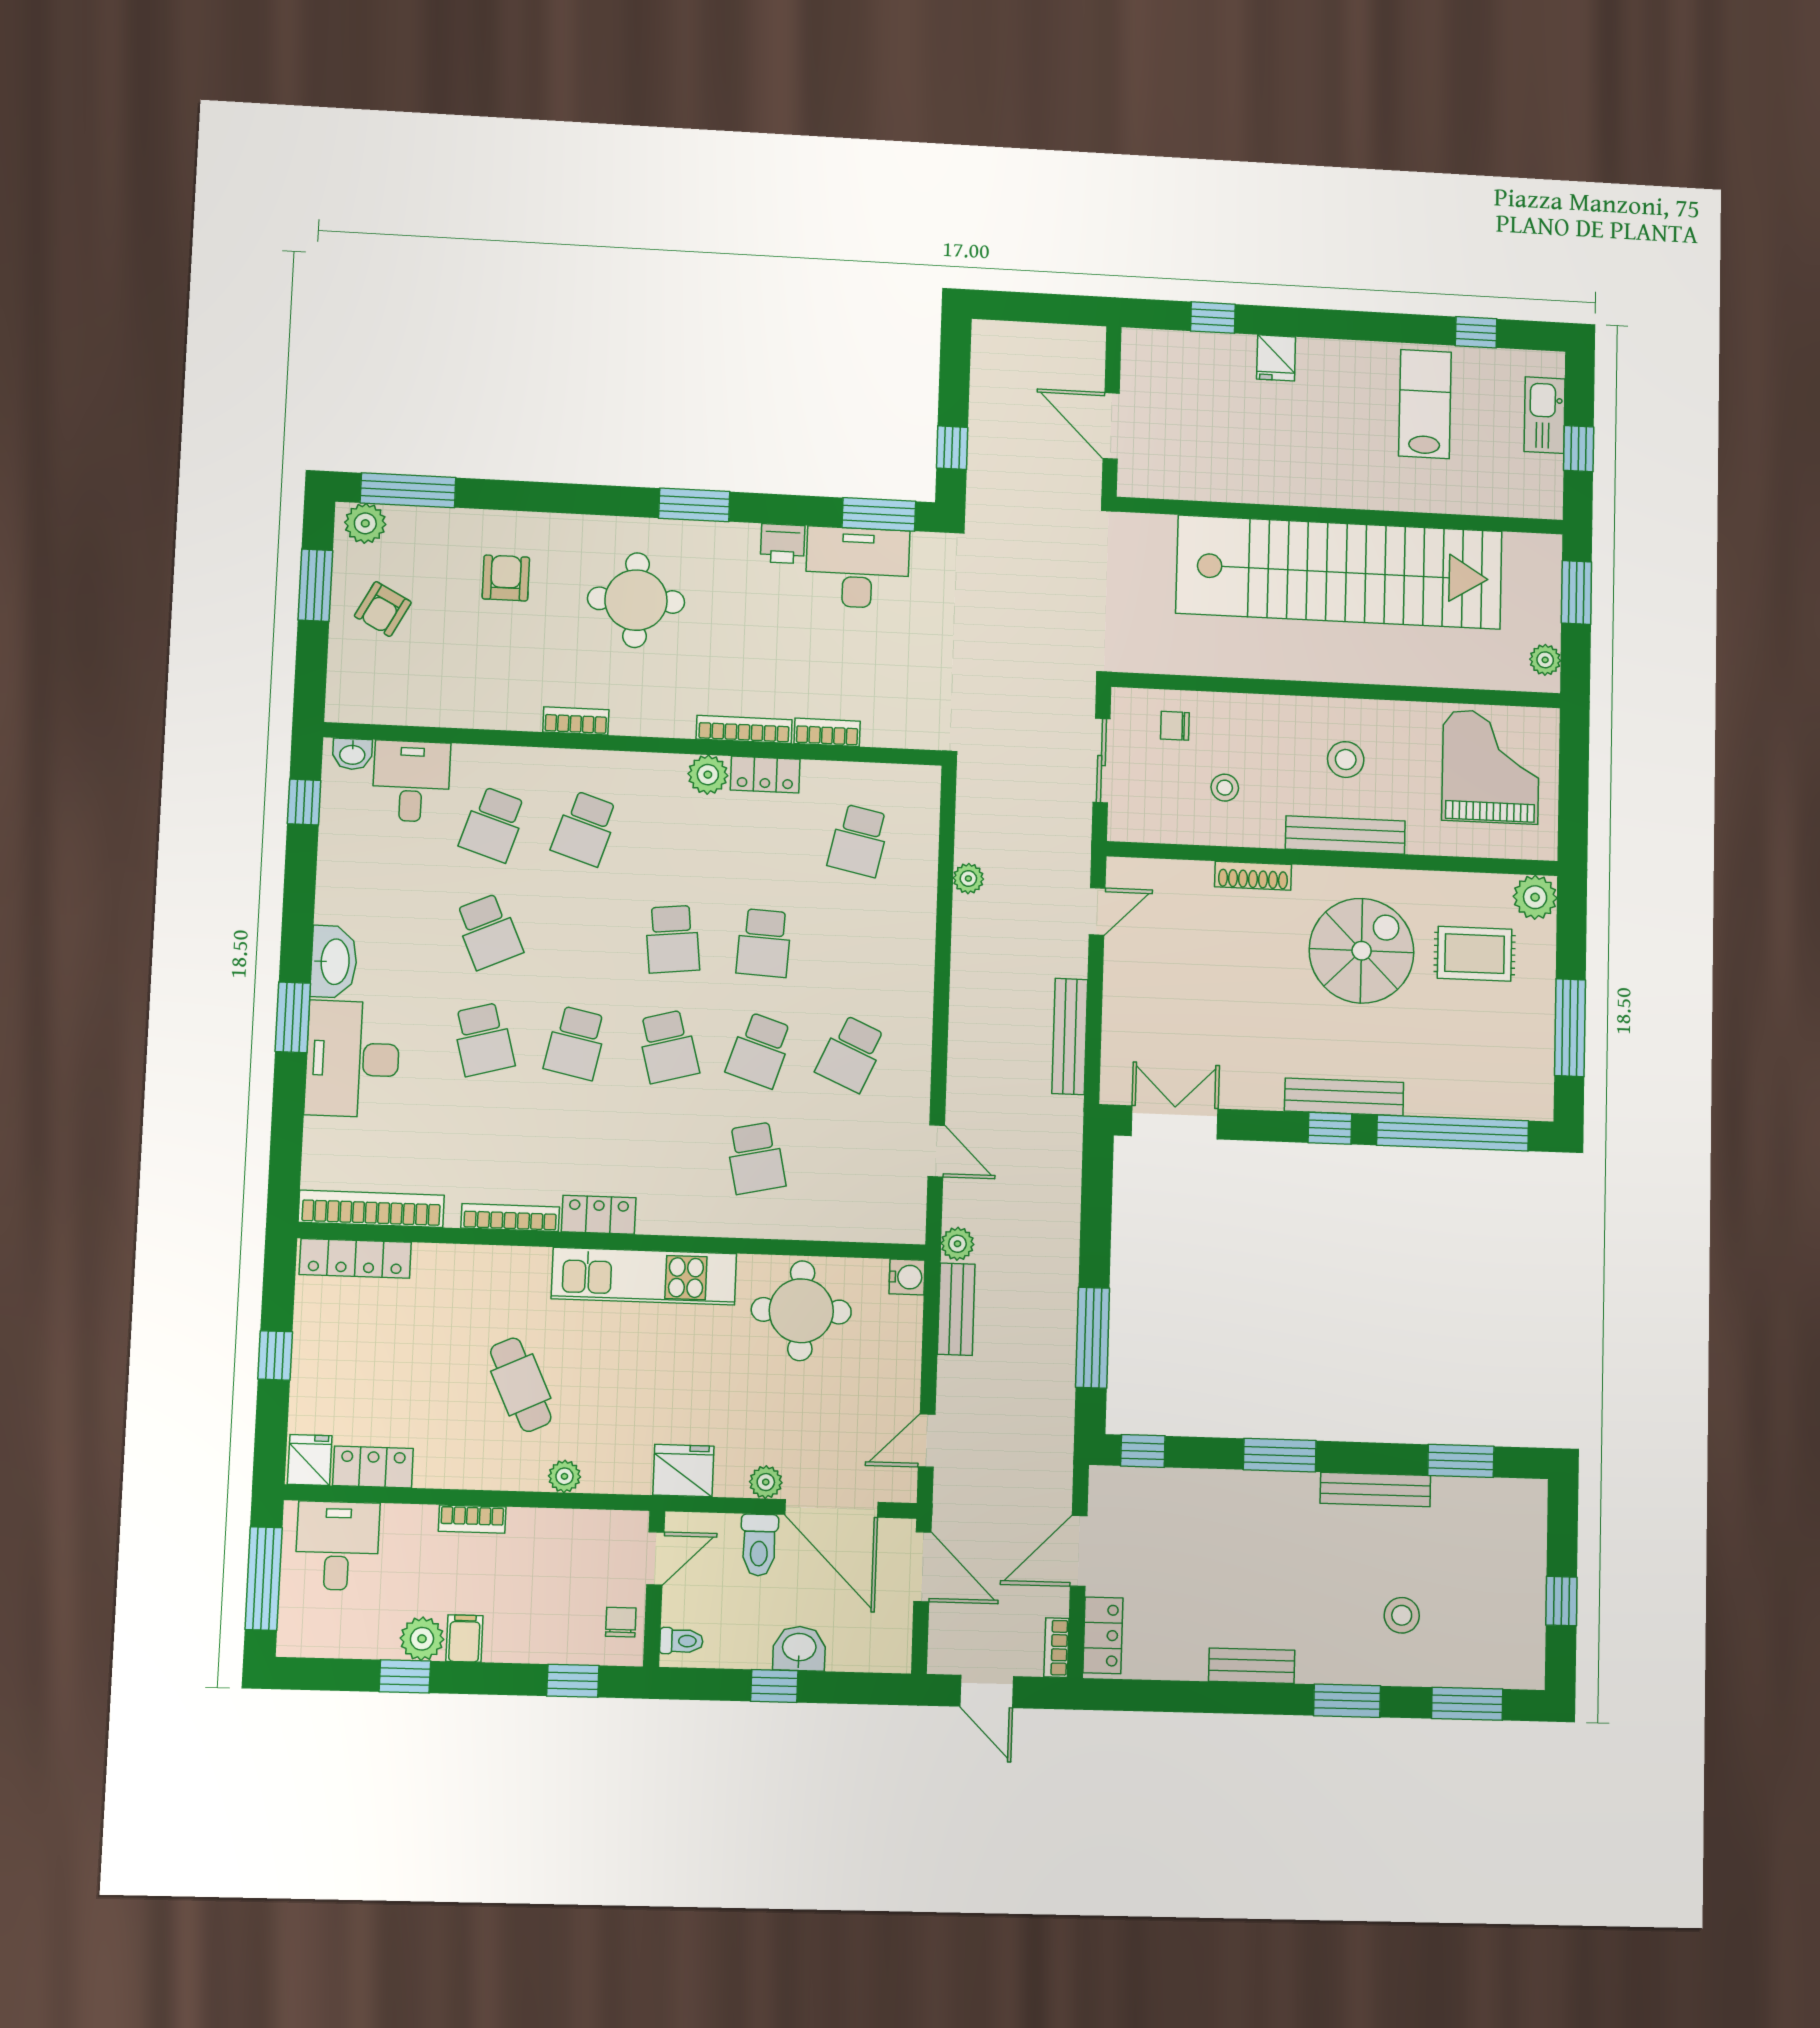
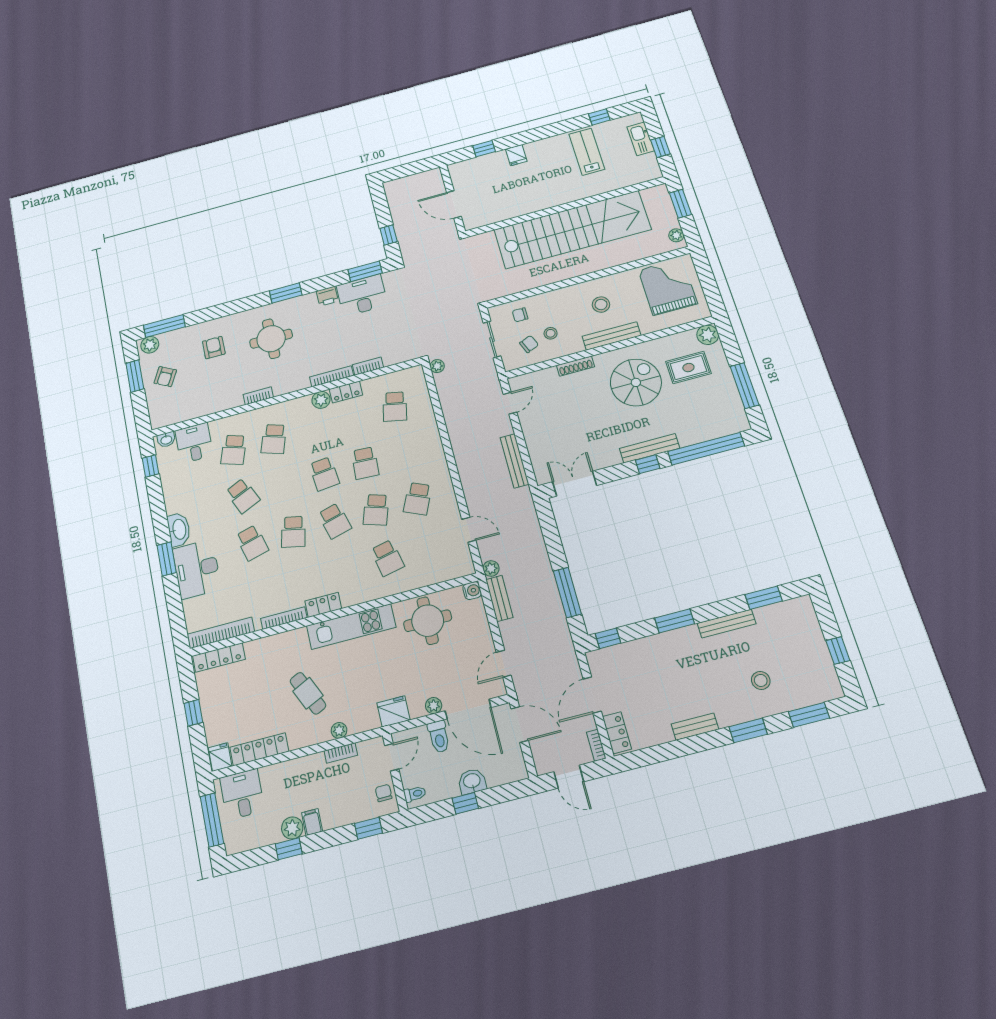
chair: (1174, 796) -> (529, 344), added
plant: (968, 879) -> (437, 366), moved
locker: (373, 1467) -> (259, 749), width x1.53
bookcase: (472, 1519) -> (341, 753), moved

